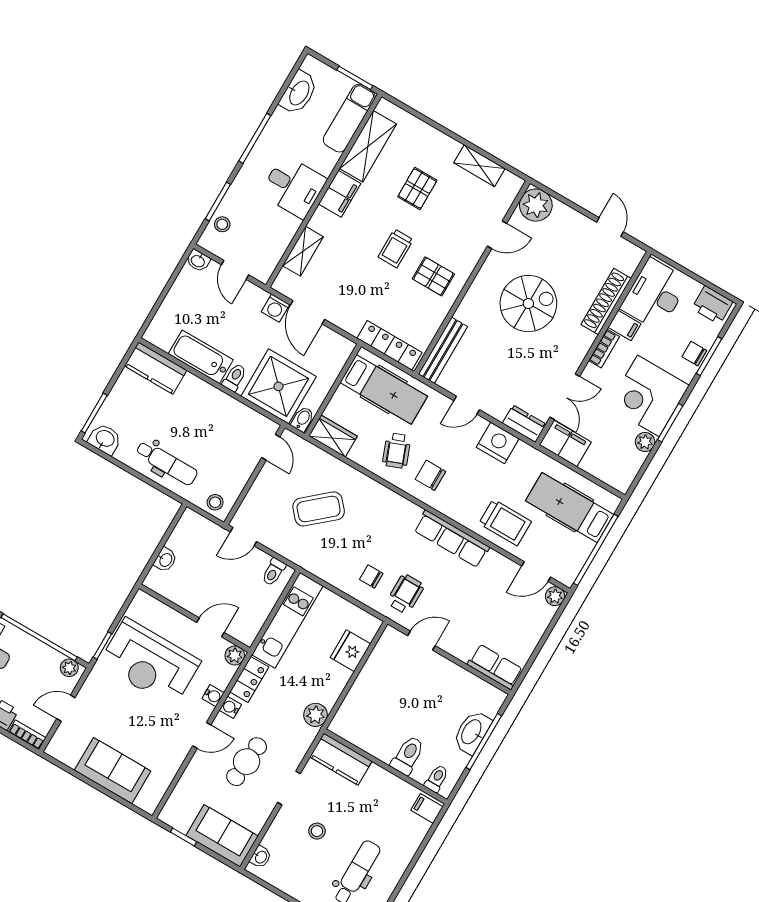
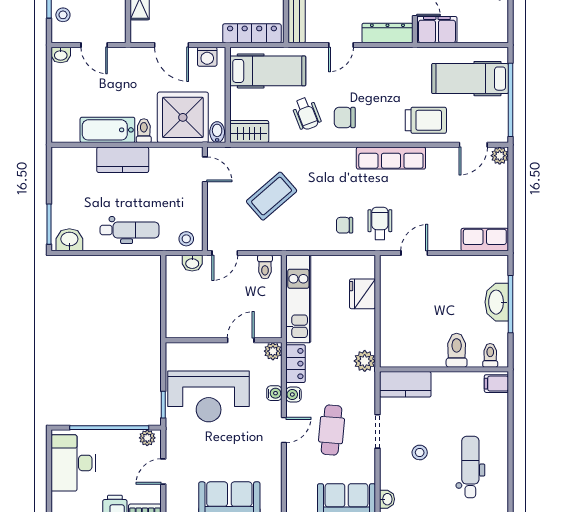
washing machine: (275, 308) -> (207, 57), moved
kitchen counter: (156, 368) -> (123, 160), moved
dresser: (524, 424) -> (387, 33), width x1.44
nightstand: (498, 443) -> (383, 61), removed
washbasin: (165, 560) -> (192, 263), moved, turned 90

